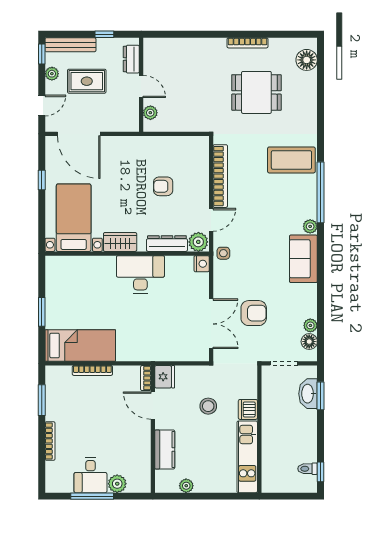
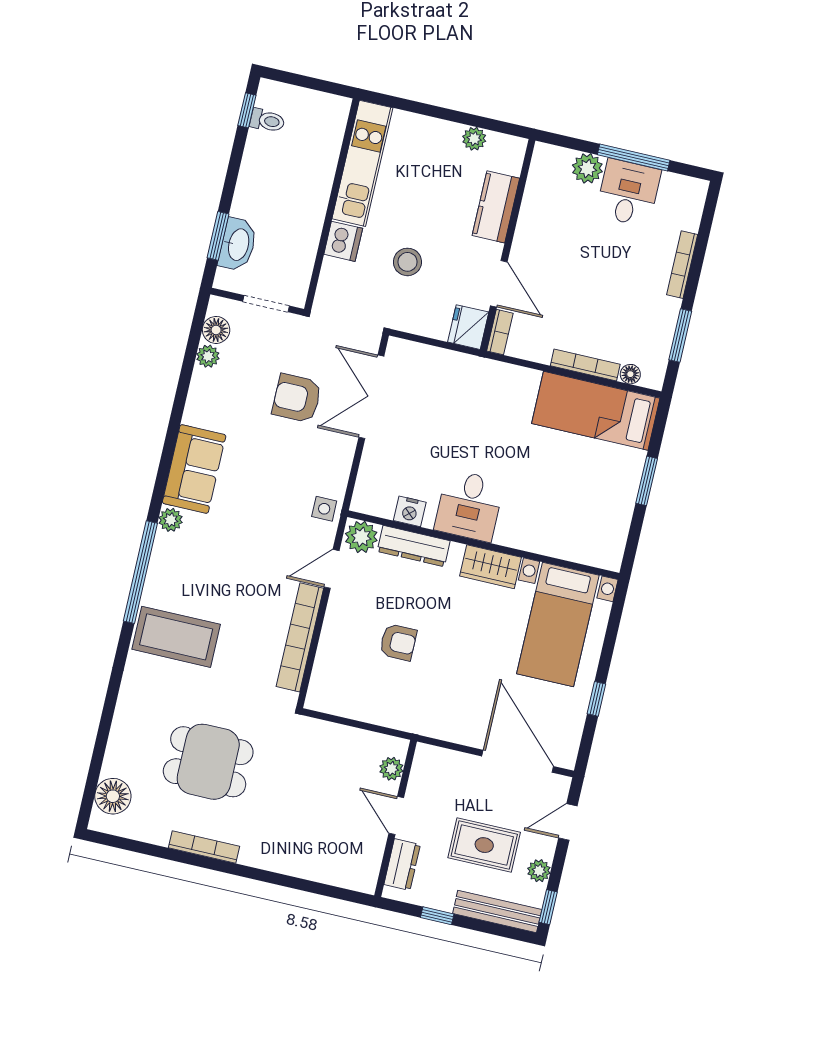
nightstand: (202, 264) -> (410, 511), moved, turned -90
desk: (140, 274) -> (469, 506), width x0.73
floor lamp: (65, 371) -> (630, 374), added

